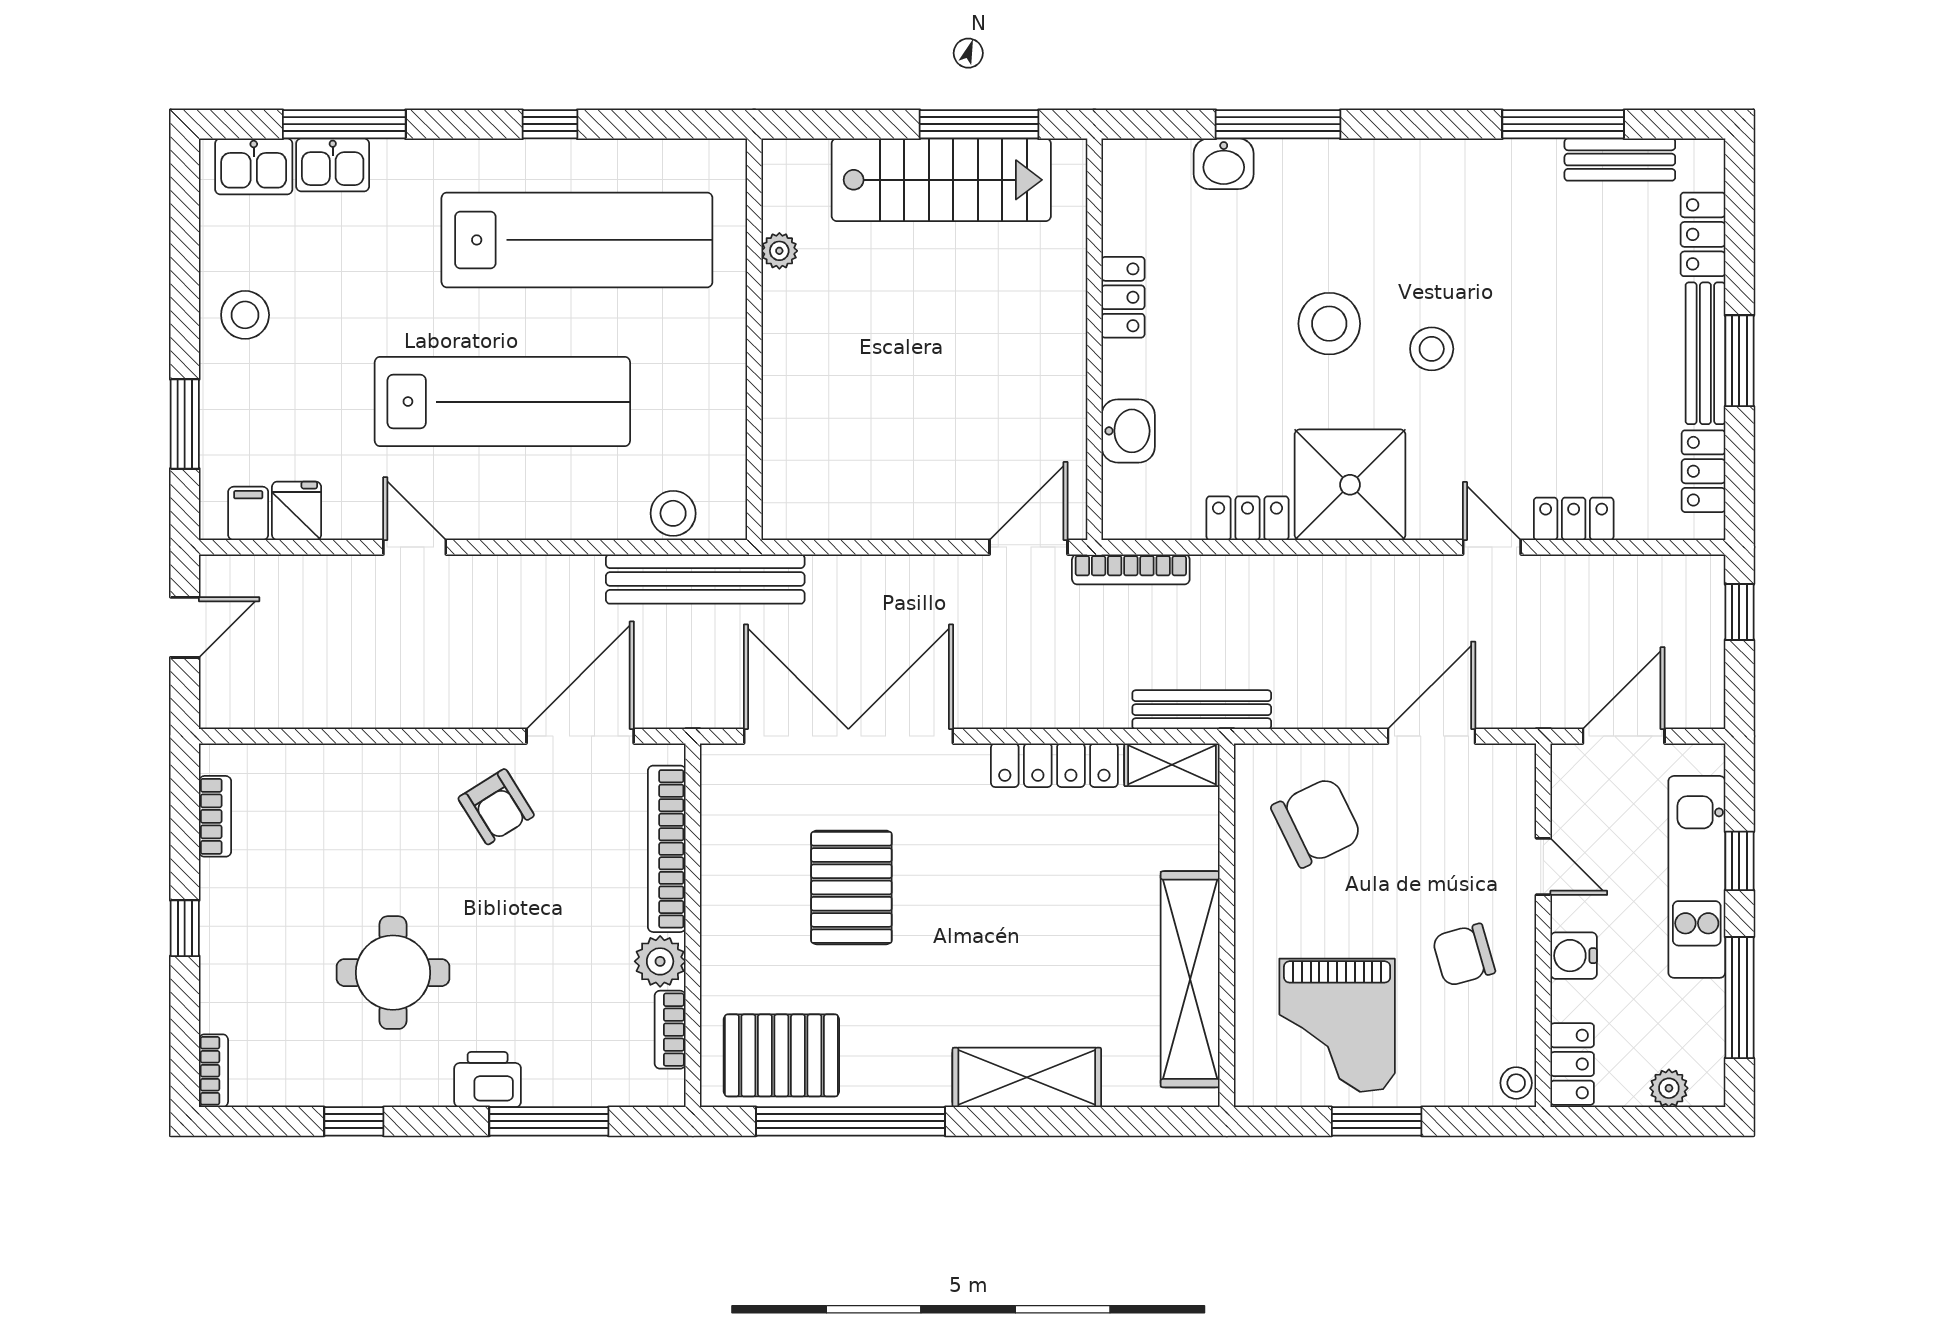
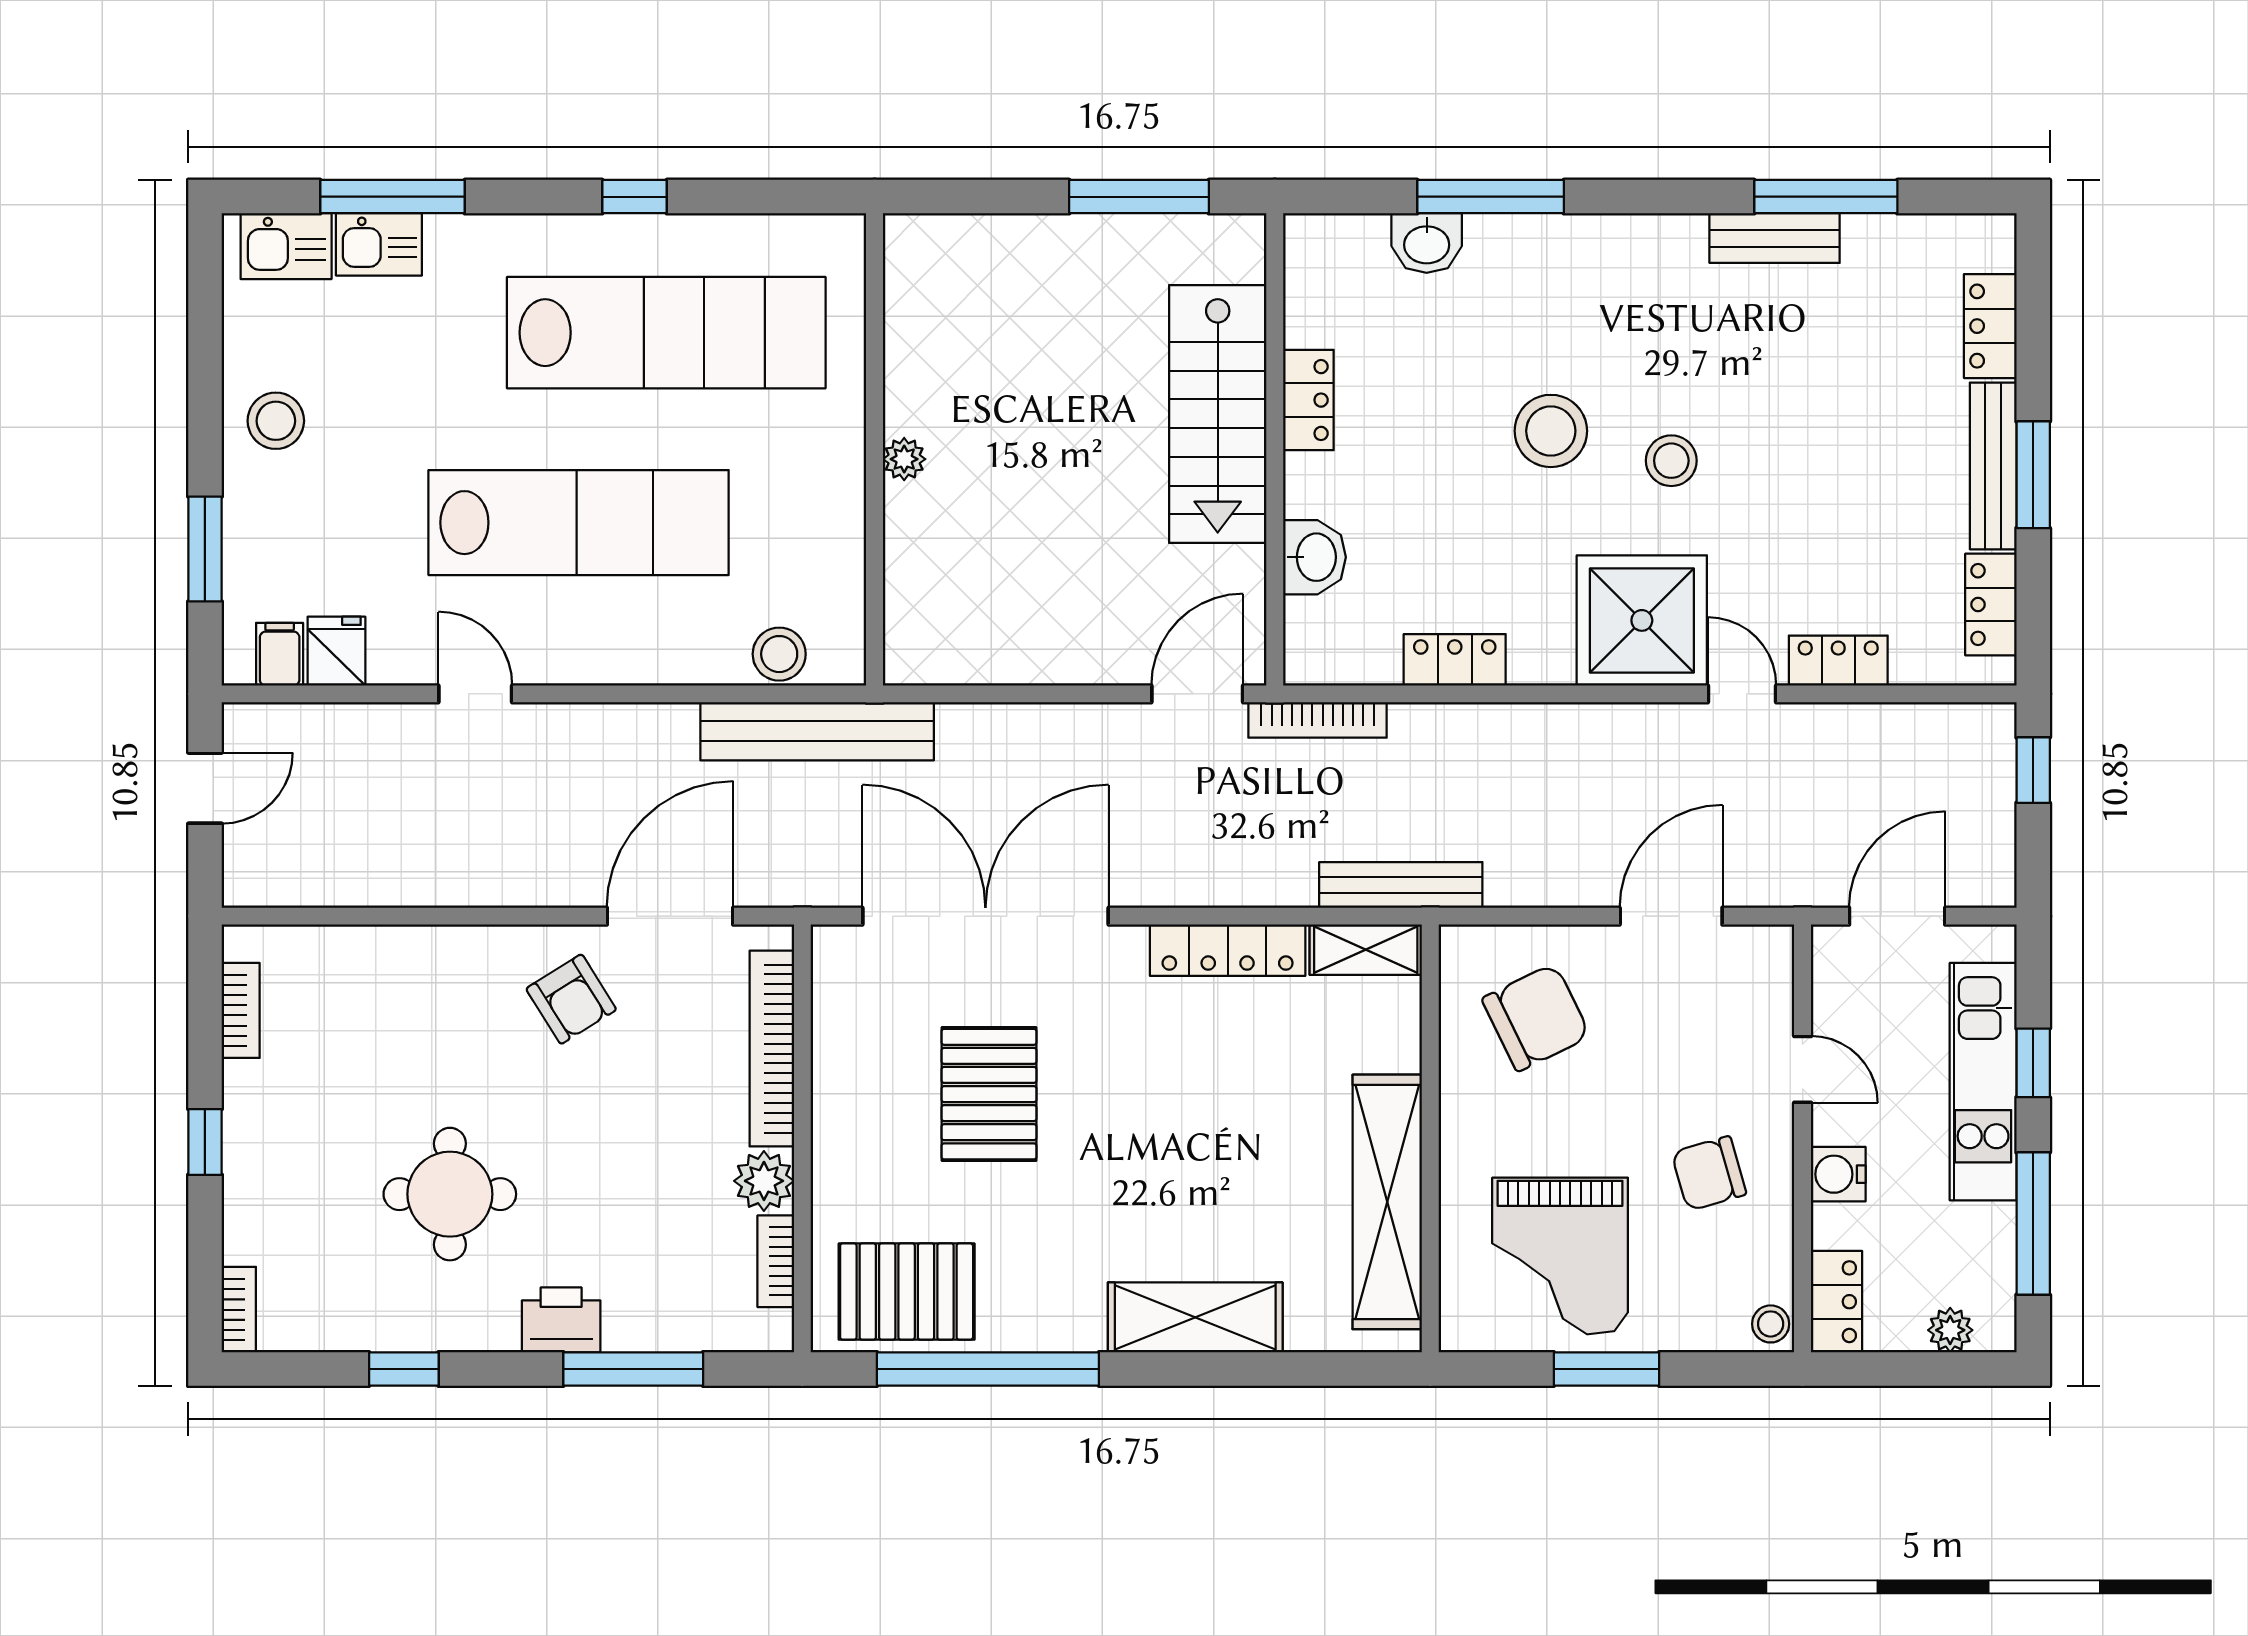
bench: (1620, 160) -> (1775, 238), moved
stairs: (941, 180) -> (1218, 414), moved, turned 90
plant: (779, 251) -> (904, 459), moved
shower: (1350, 485) -> (1642, 620), moved

